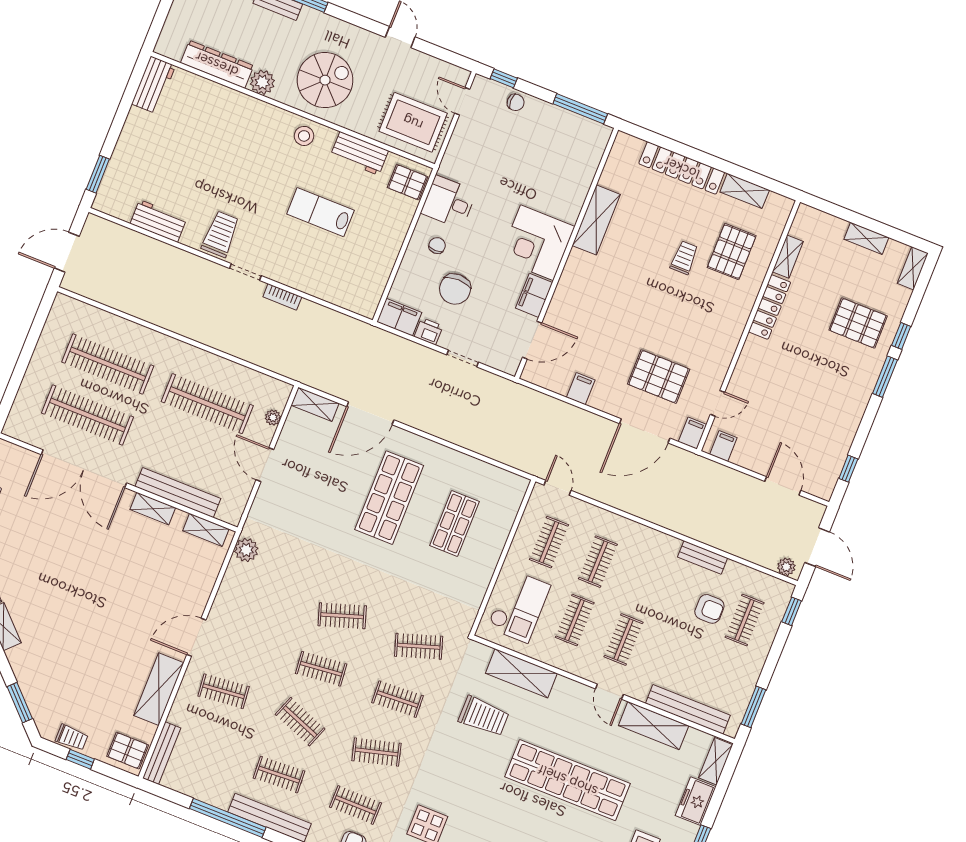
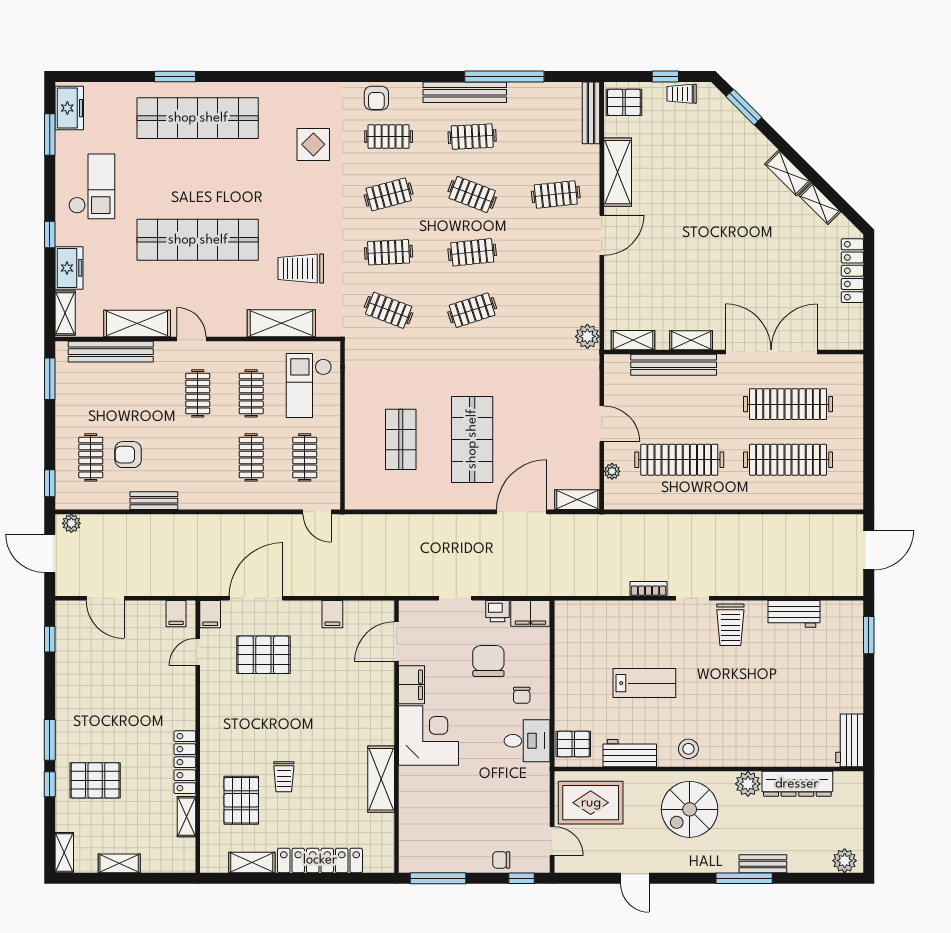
clothes rail: (419, 646) -> (389, 310), turned 39

